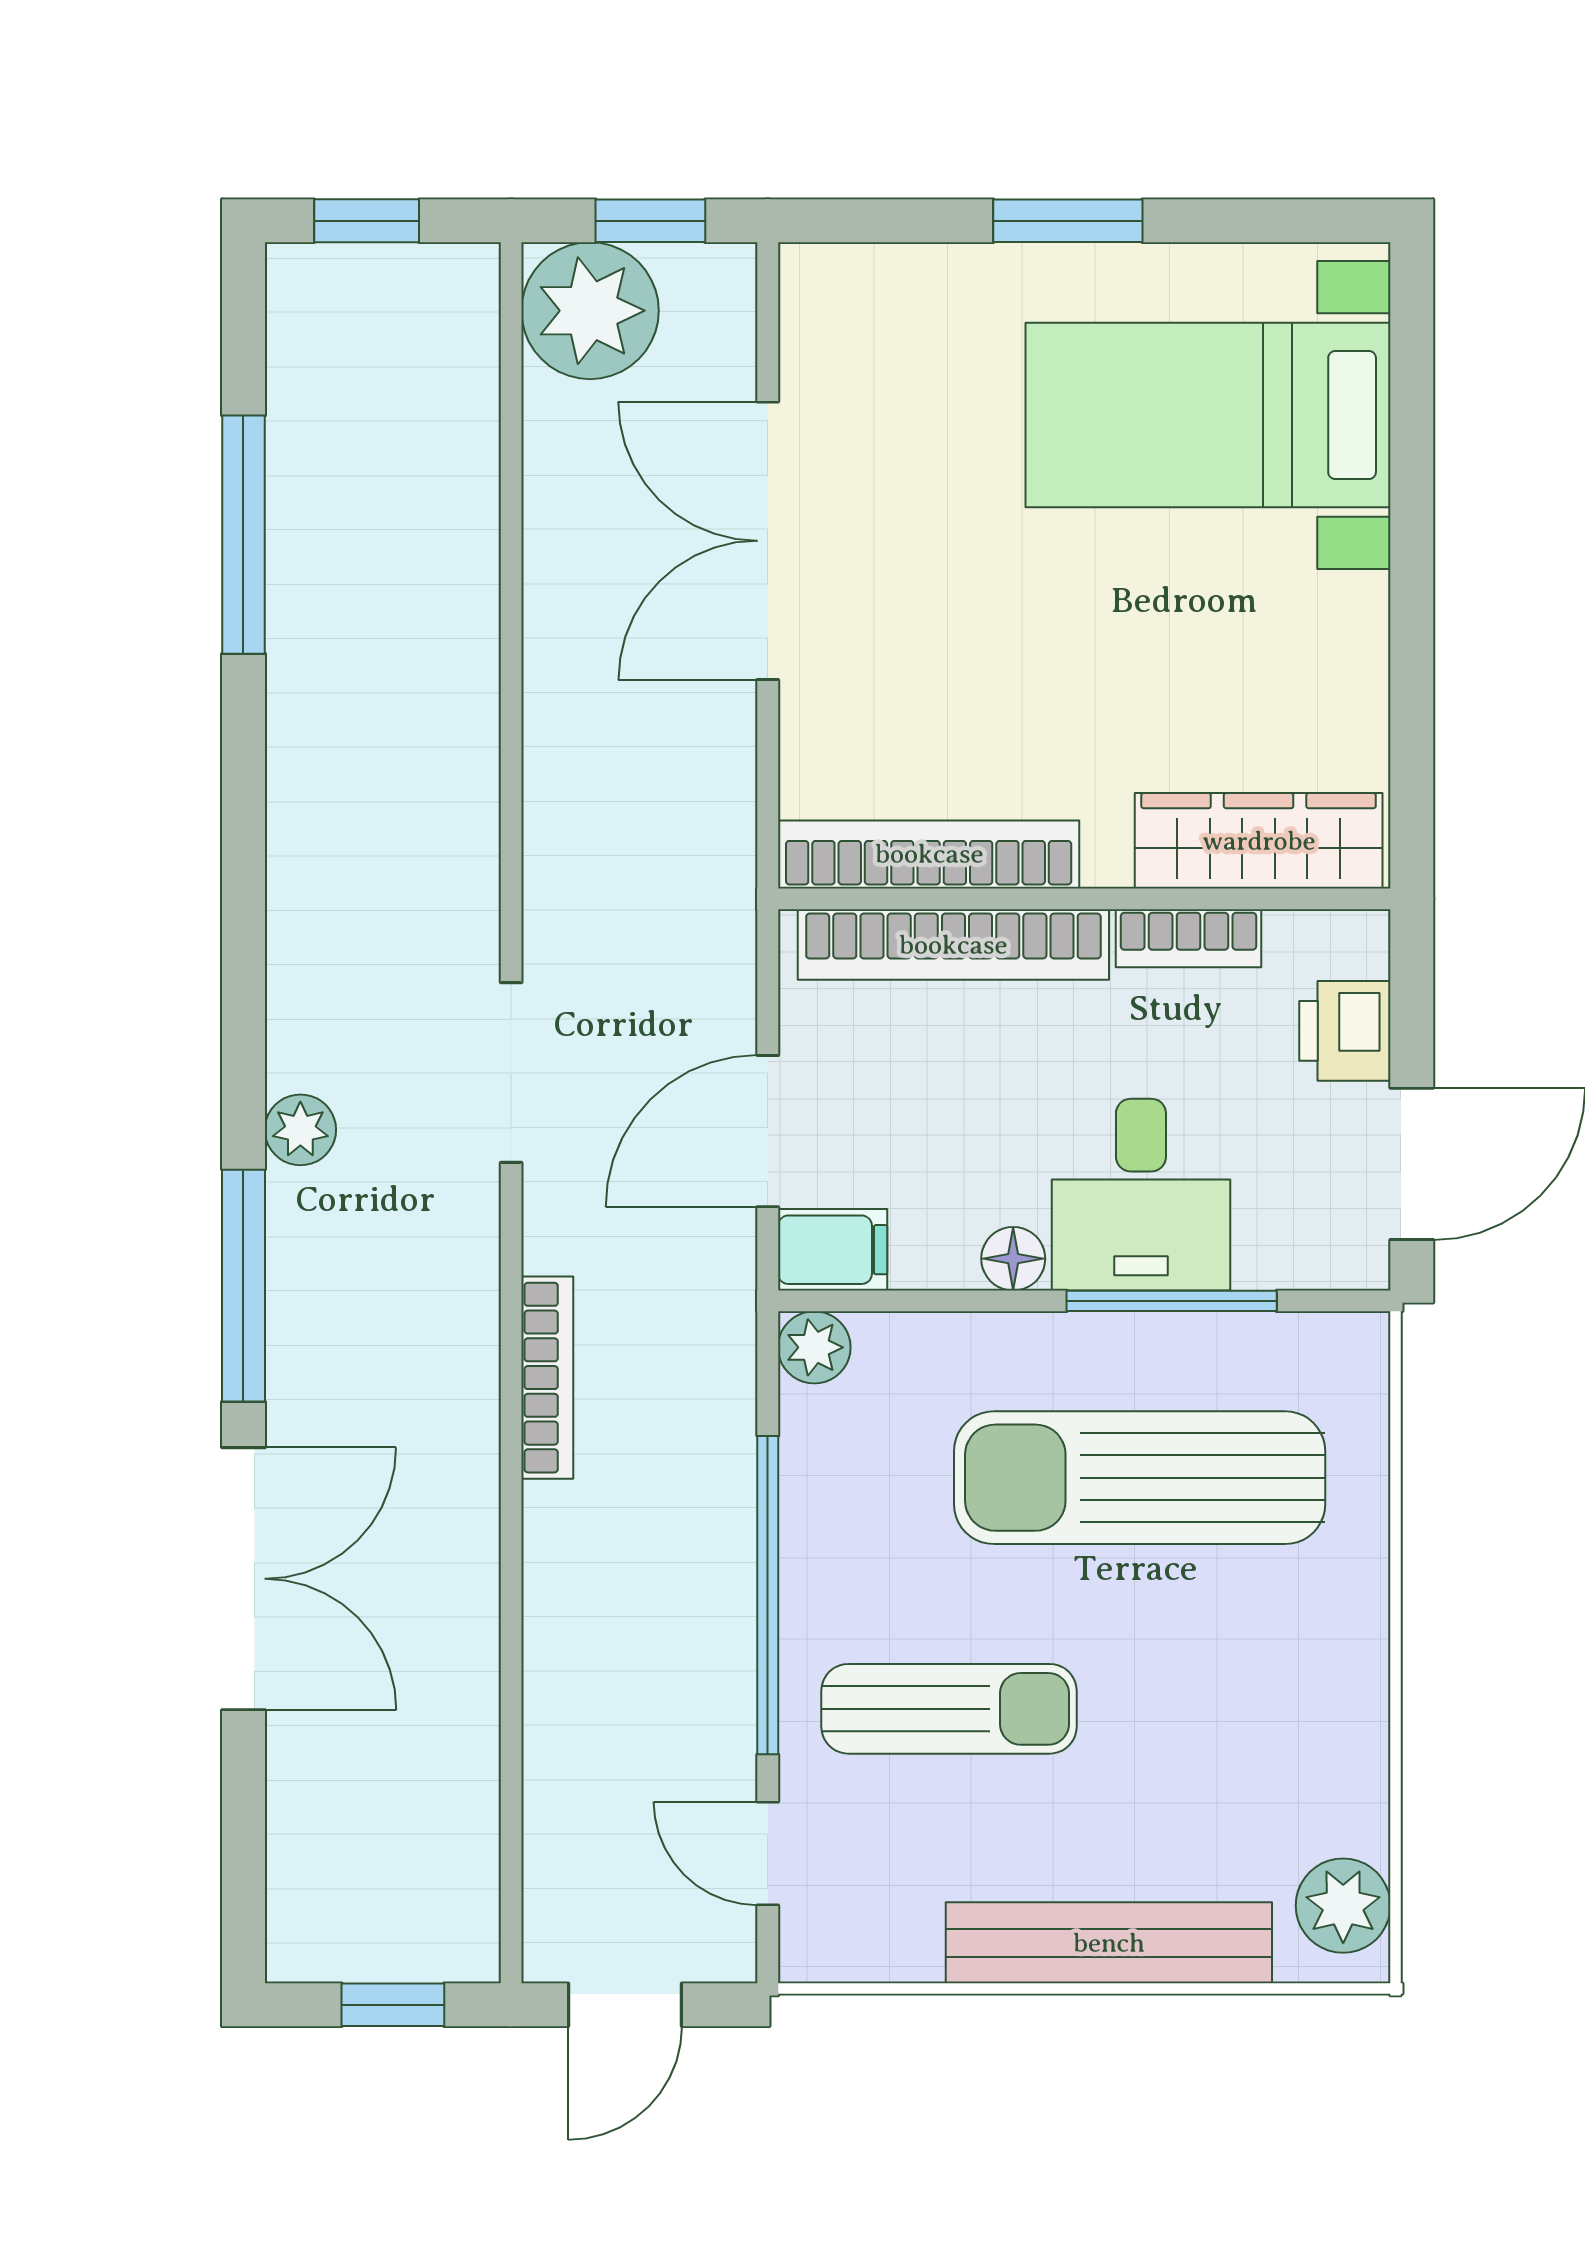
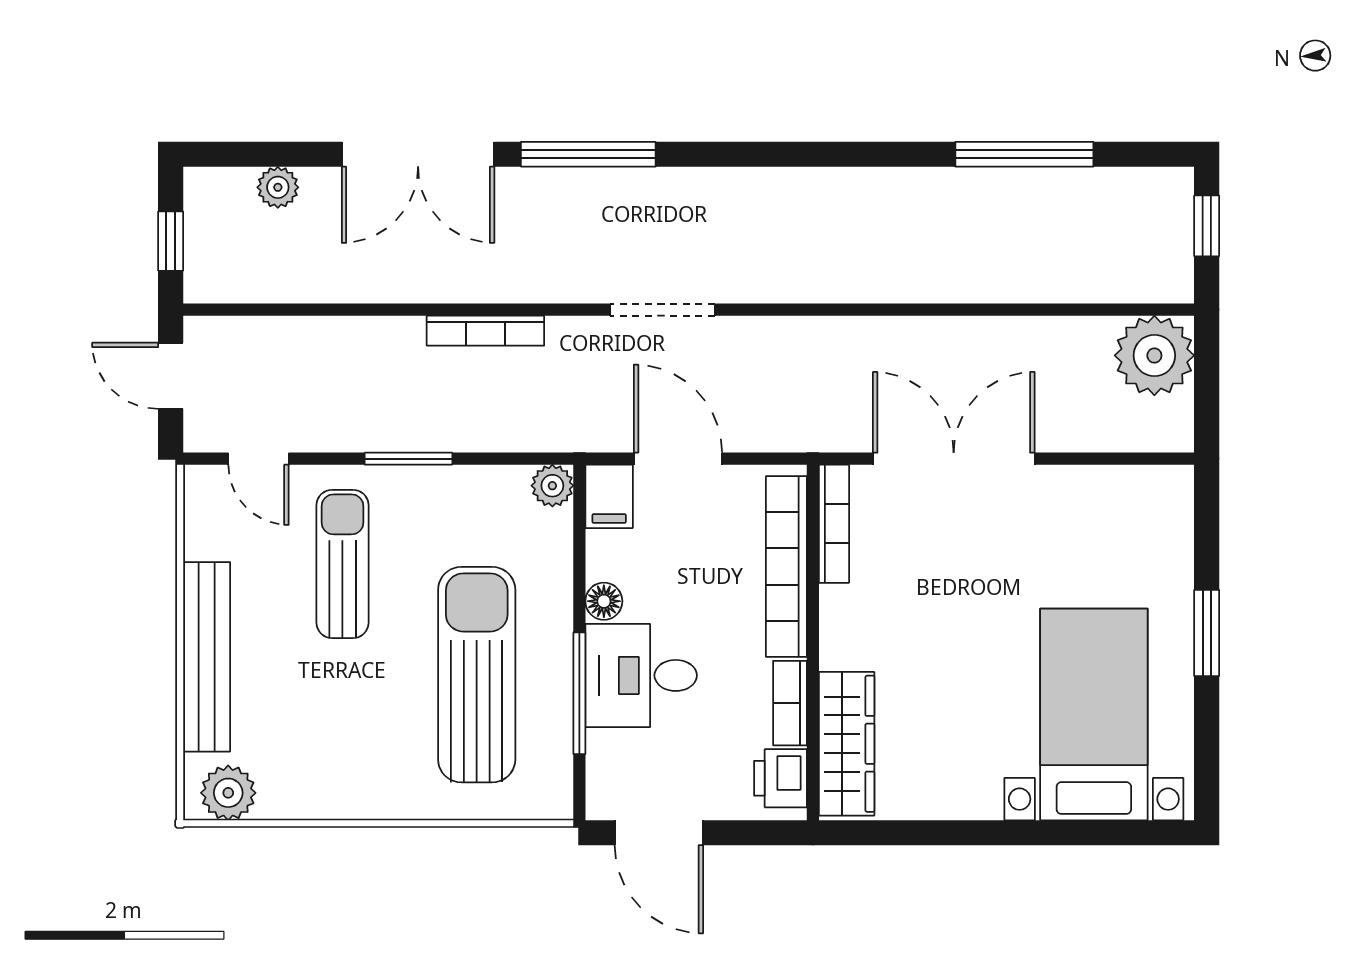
window: (650, 221) -> (1207, 391), removed
double door: (768, 541) -> (954, 459), moved
bookcase: (929, 854) -> (834, 524), width x0.68, depth x0.76
printer: (1345, 1031) -> (780, 778), moved, turned -90
doorway: (511, 1073) -> (663, 310), moved
plant: (300, 1130) -> (278, 187), moved
bookcase: (547, 1378) -> (485, 331), moved
window: (768, 1595) -> (408, 459), width x0.47
sun lounger: (949, 1709) -> (342, 564), turned 180
door: (768, 1853) -> (259, 459), swing flipped

